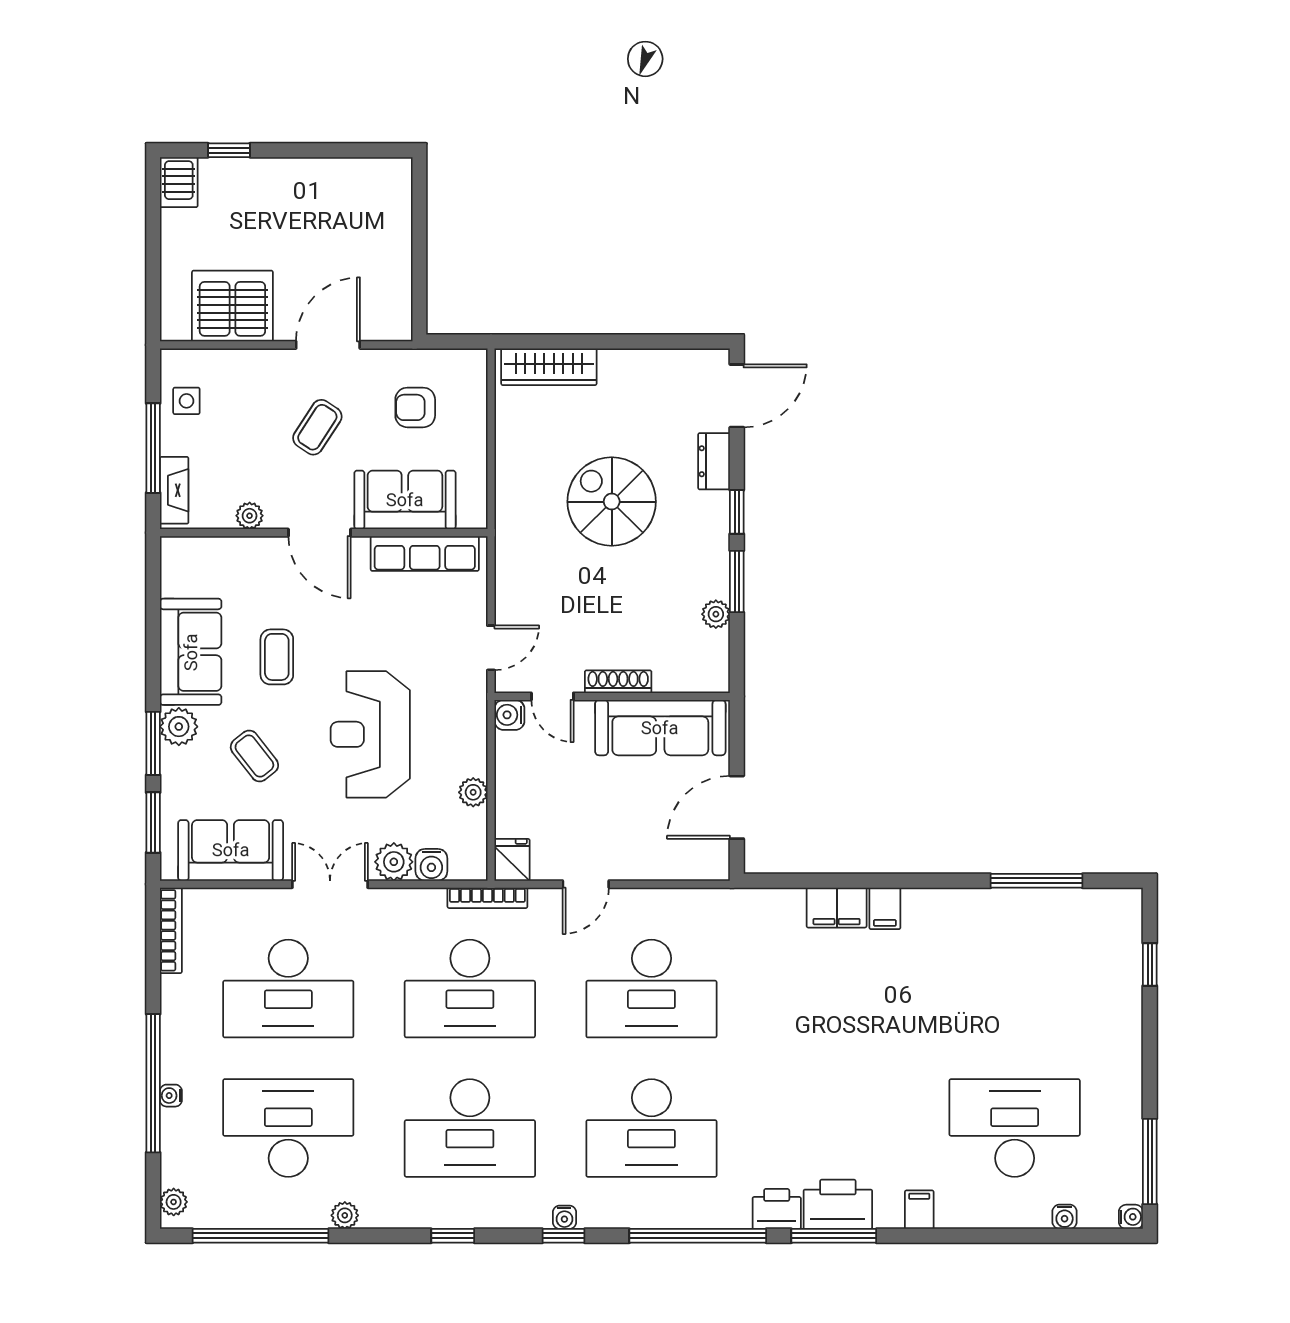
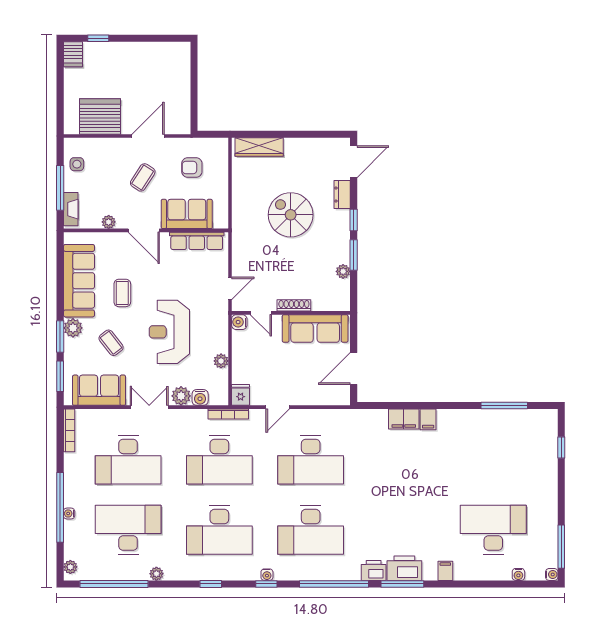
sofa: (191, 652) -> (79, 281), width x1.36

